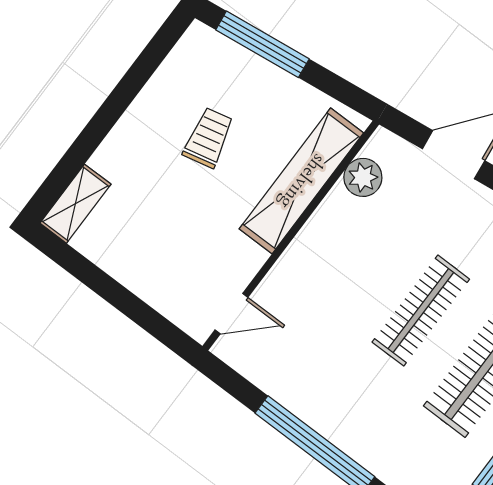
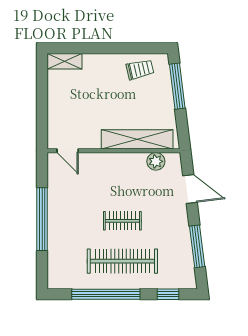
trolley: (208, 138) -> (140, 69), moved
clothes rail: (421, 311) -> (122, 221), width x0.73

